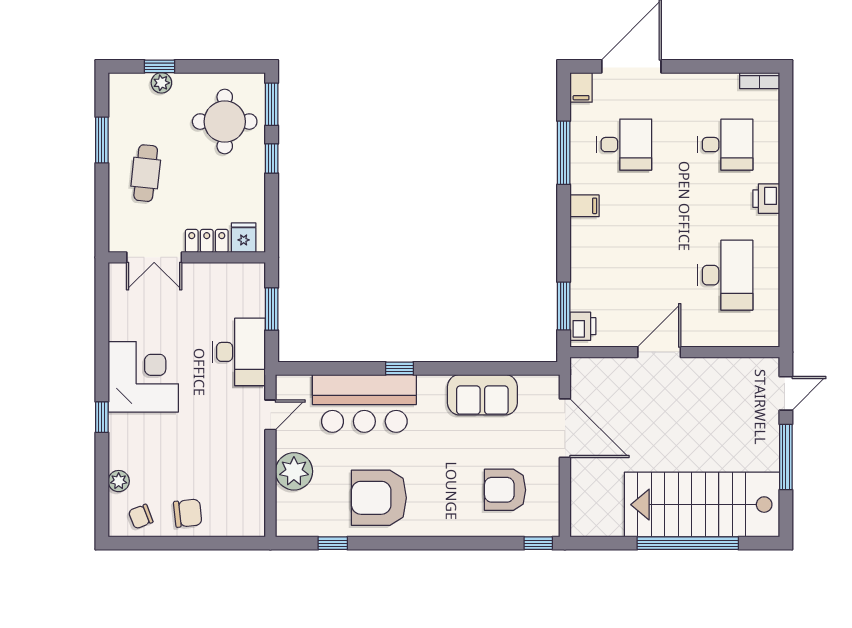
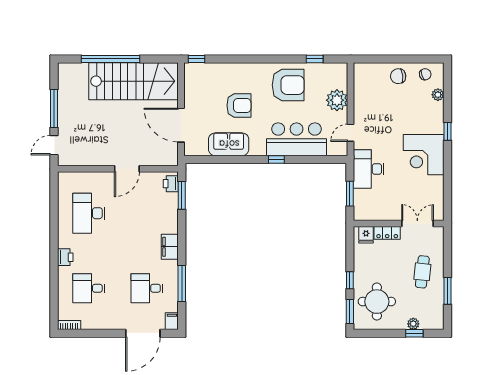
filing cabinet: (584, 206) -> (170, 247), width x2.00
armchair: (505, 490) -> (239, 105), moved
stairs: (702, 505) -> (134, 81), moved

